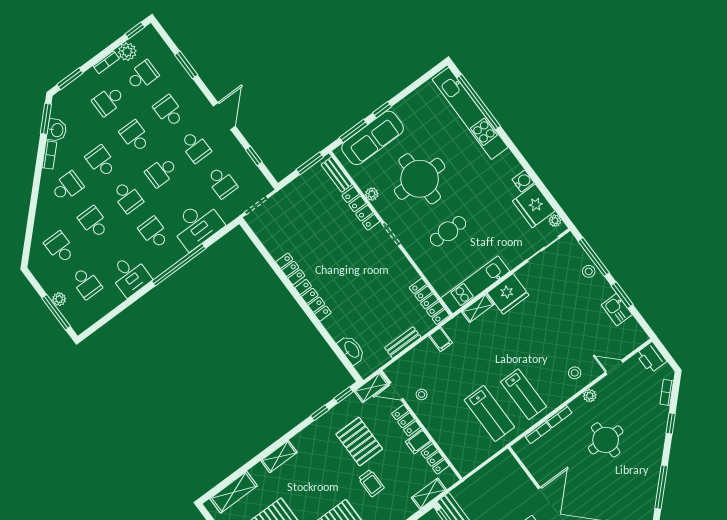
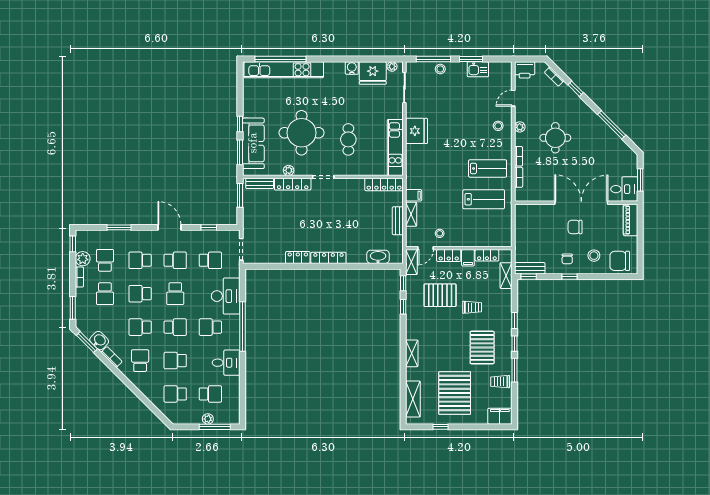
shelving: (478, 308) -> (411, 214), moved

